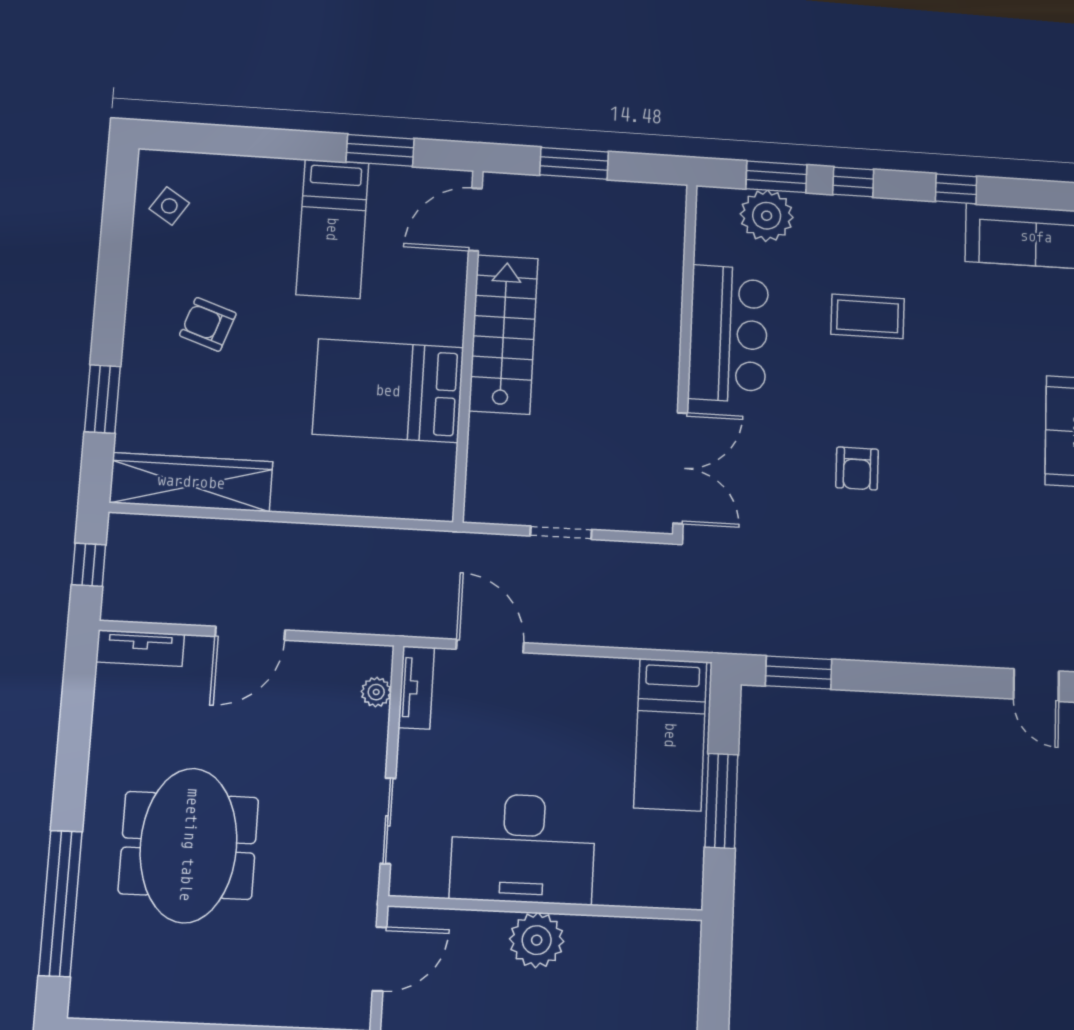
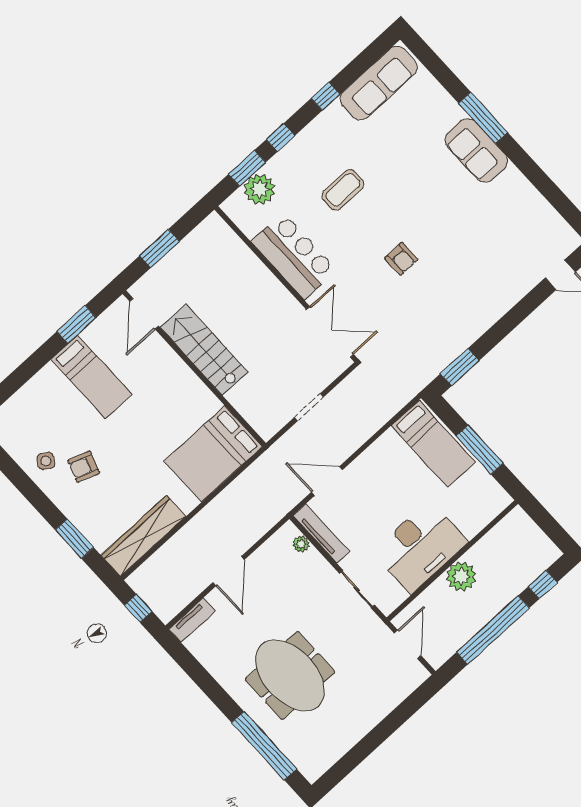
side table: (169, 206) -> (46, 461), moved
bed: (388, 391) -> (213, 454), moved
tv unit: (416, 688) -> (321, 533), width x1.41

